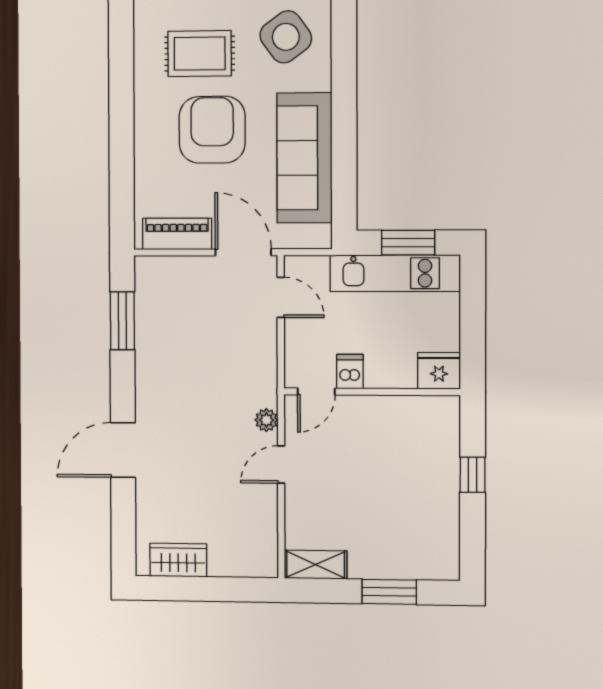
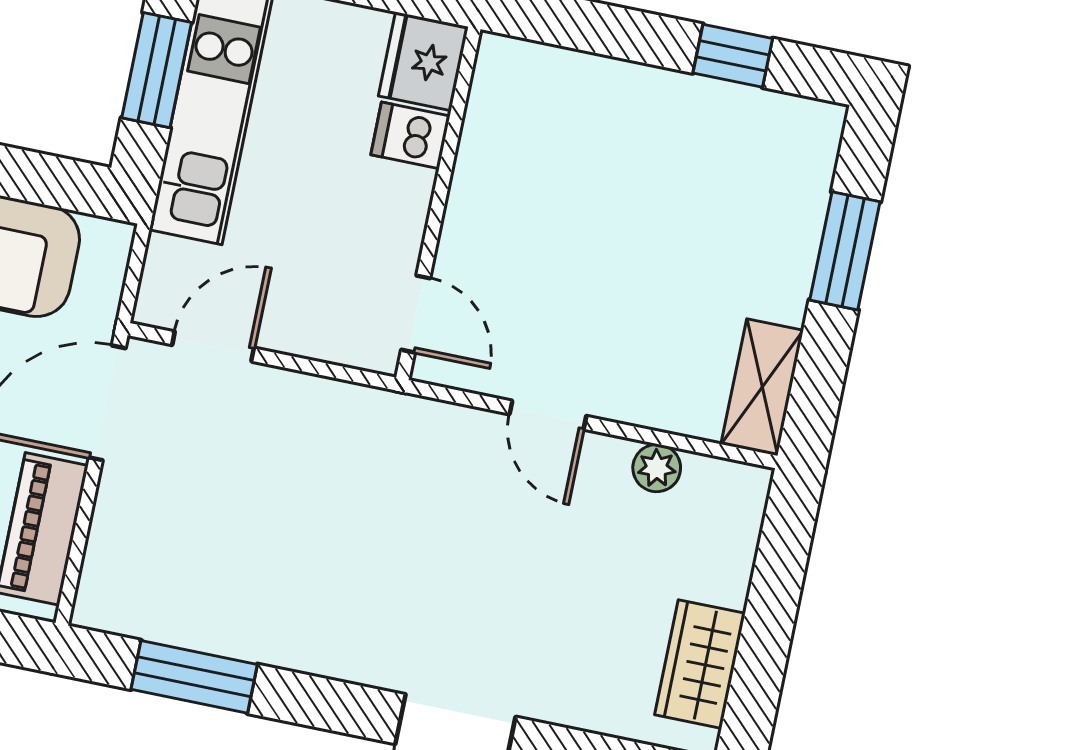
dishwasher: (350, 372) -> (410, 135), moved
plant: (266, 420) -> (657, 468), moved
window: (473, 475) -> (733, 56), moved

